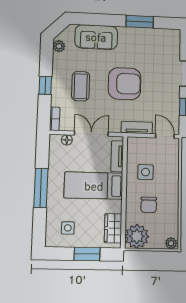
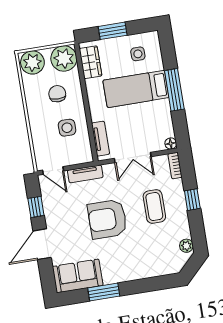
sofa: (96, 37) -> (78, 276), moved
floor lamp: (67, 140) -> (171, 143), moved
bed: (94, 186) -> (136, 89), moved, turned 180
plant: (171, 243) -> (32, 62), width x1.87, depth x1.87

